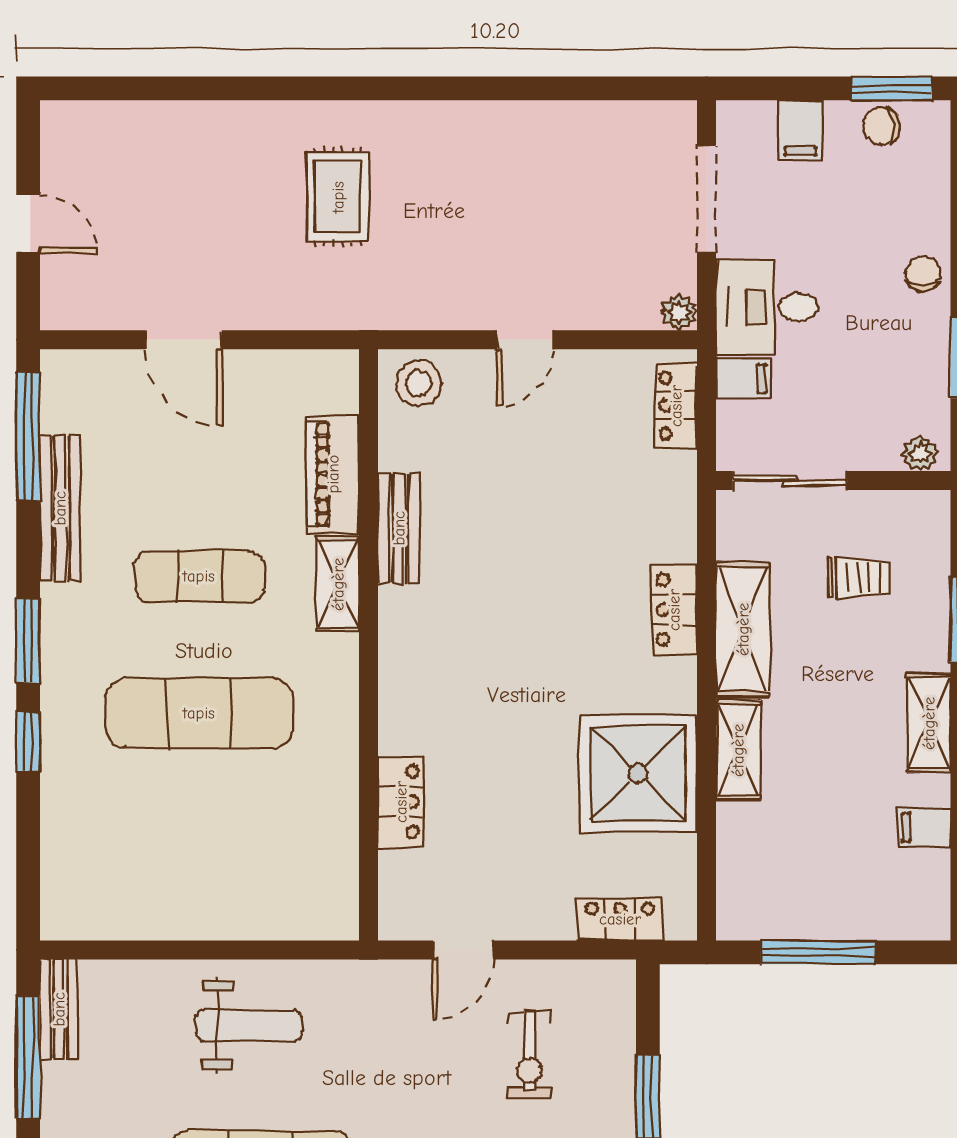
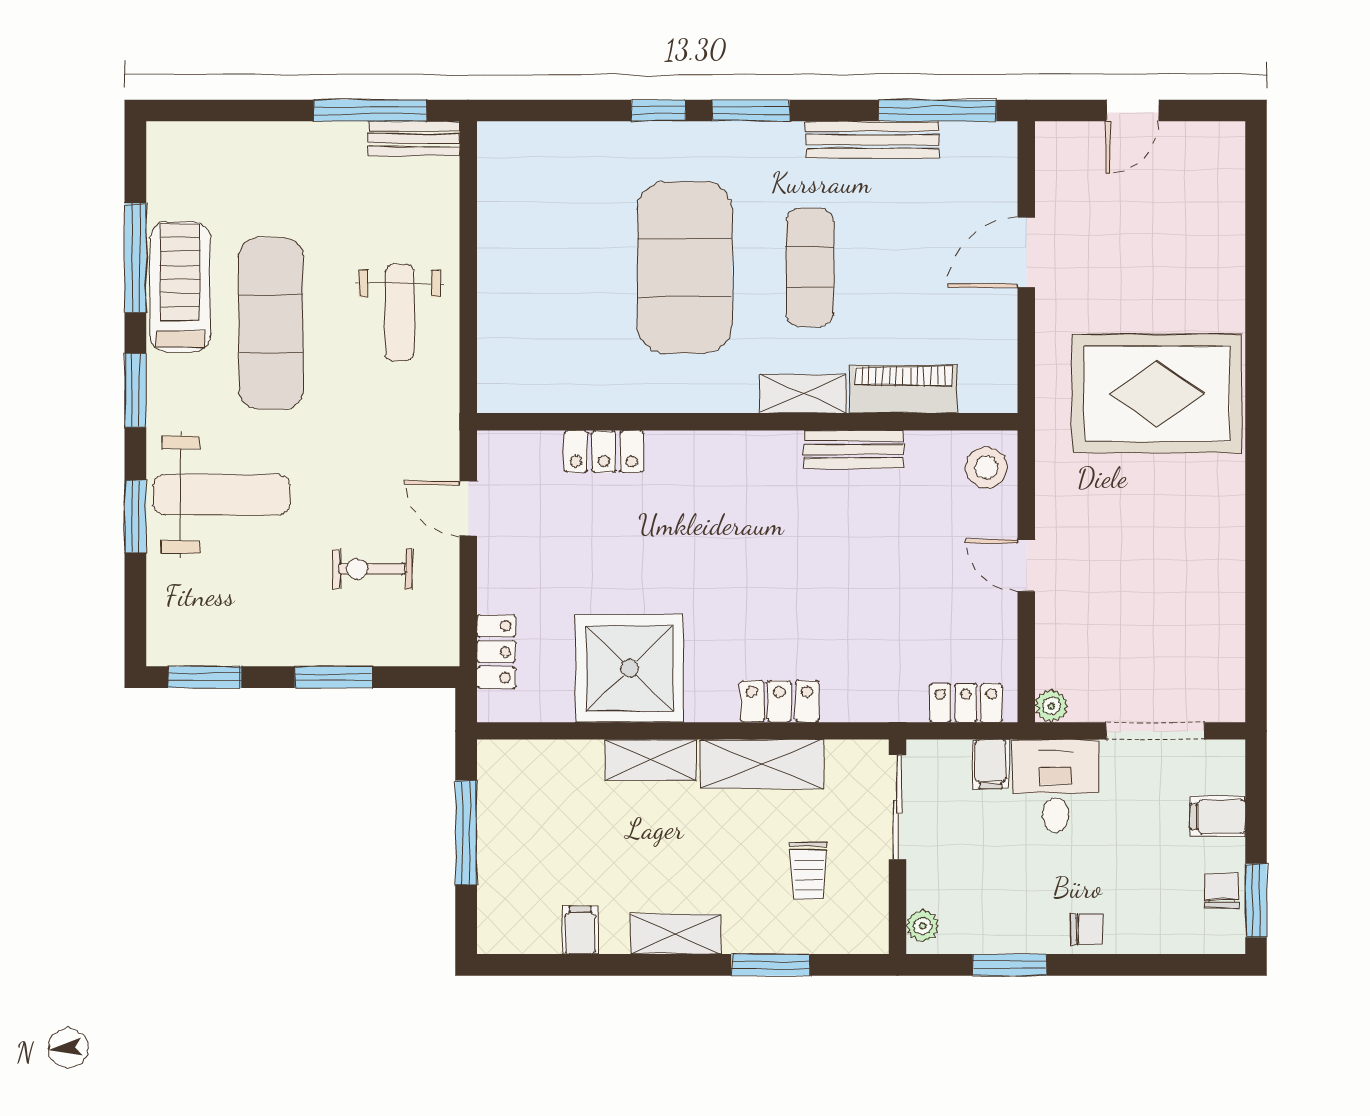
rug: (338, 197) -> (1157, 394), width x1.86, depth x2.06
exercise mat: (199, 713) -> (685, 267), width x1.47

